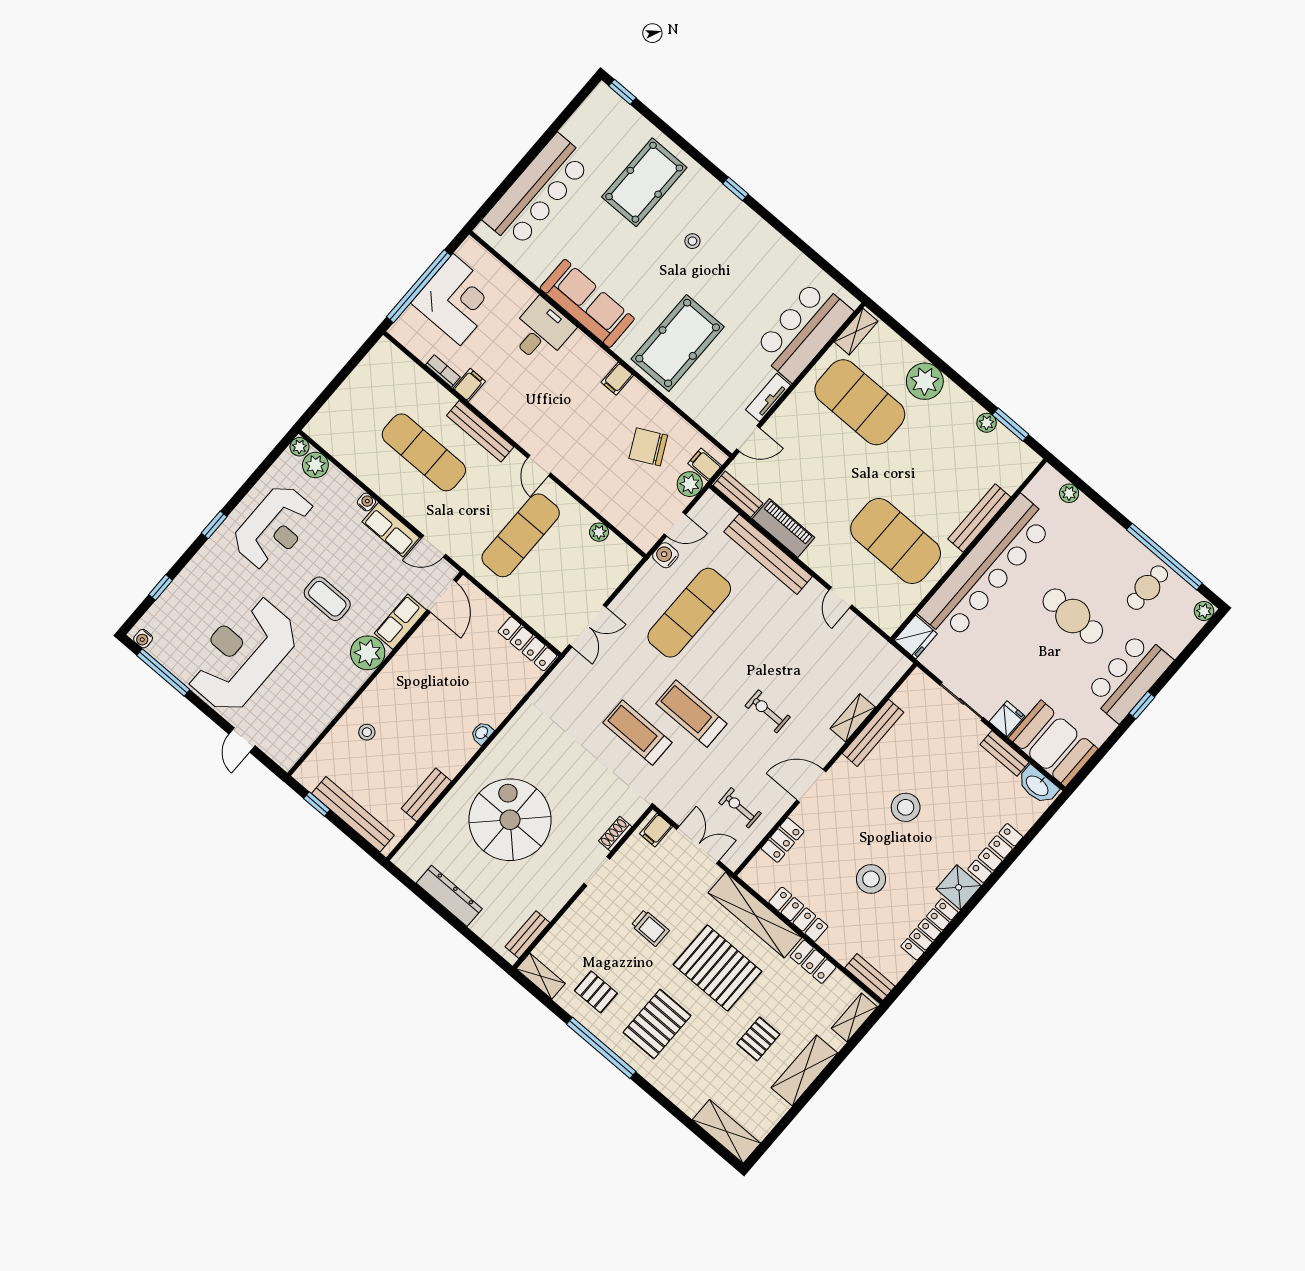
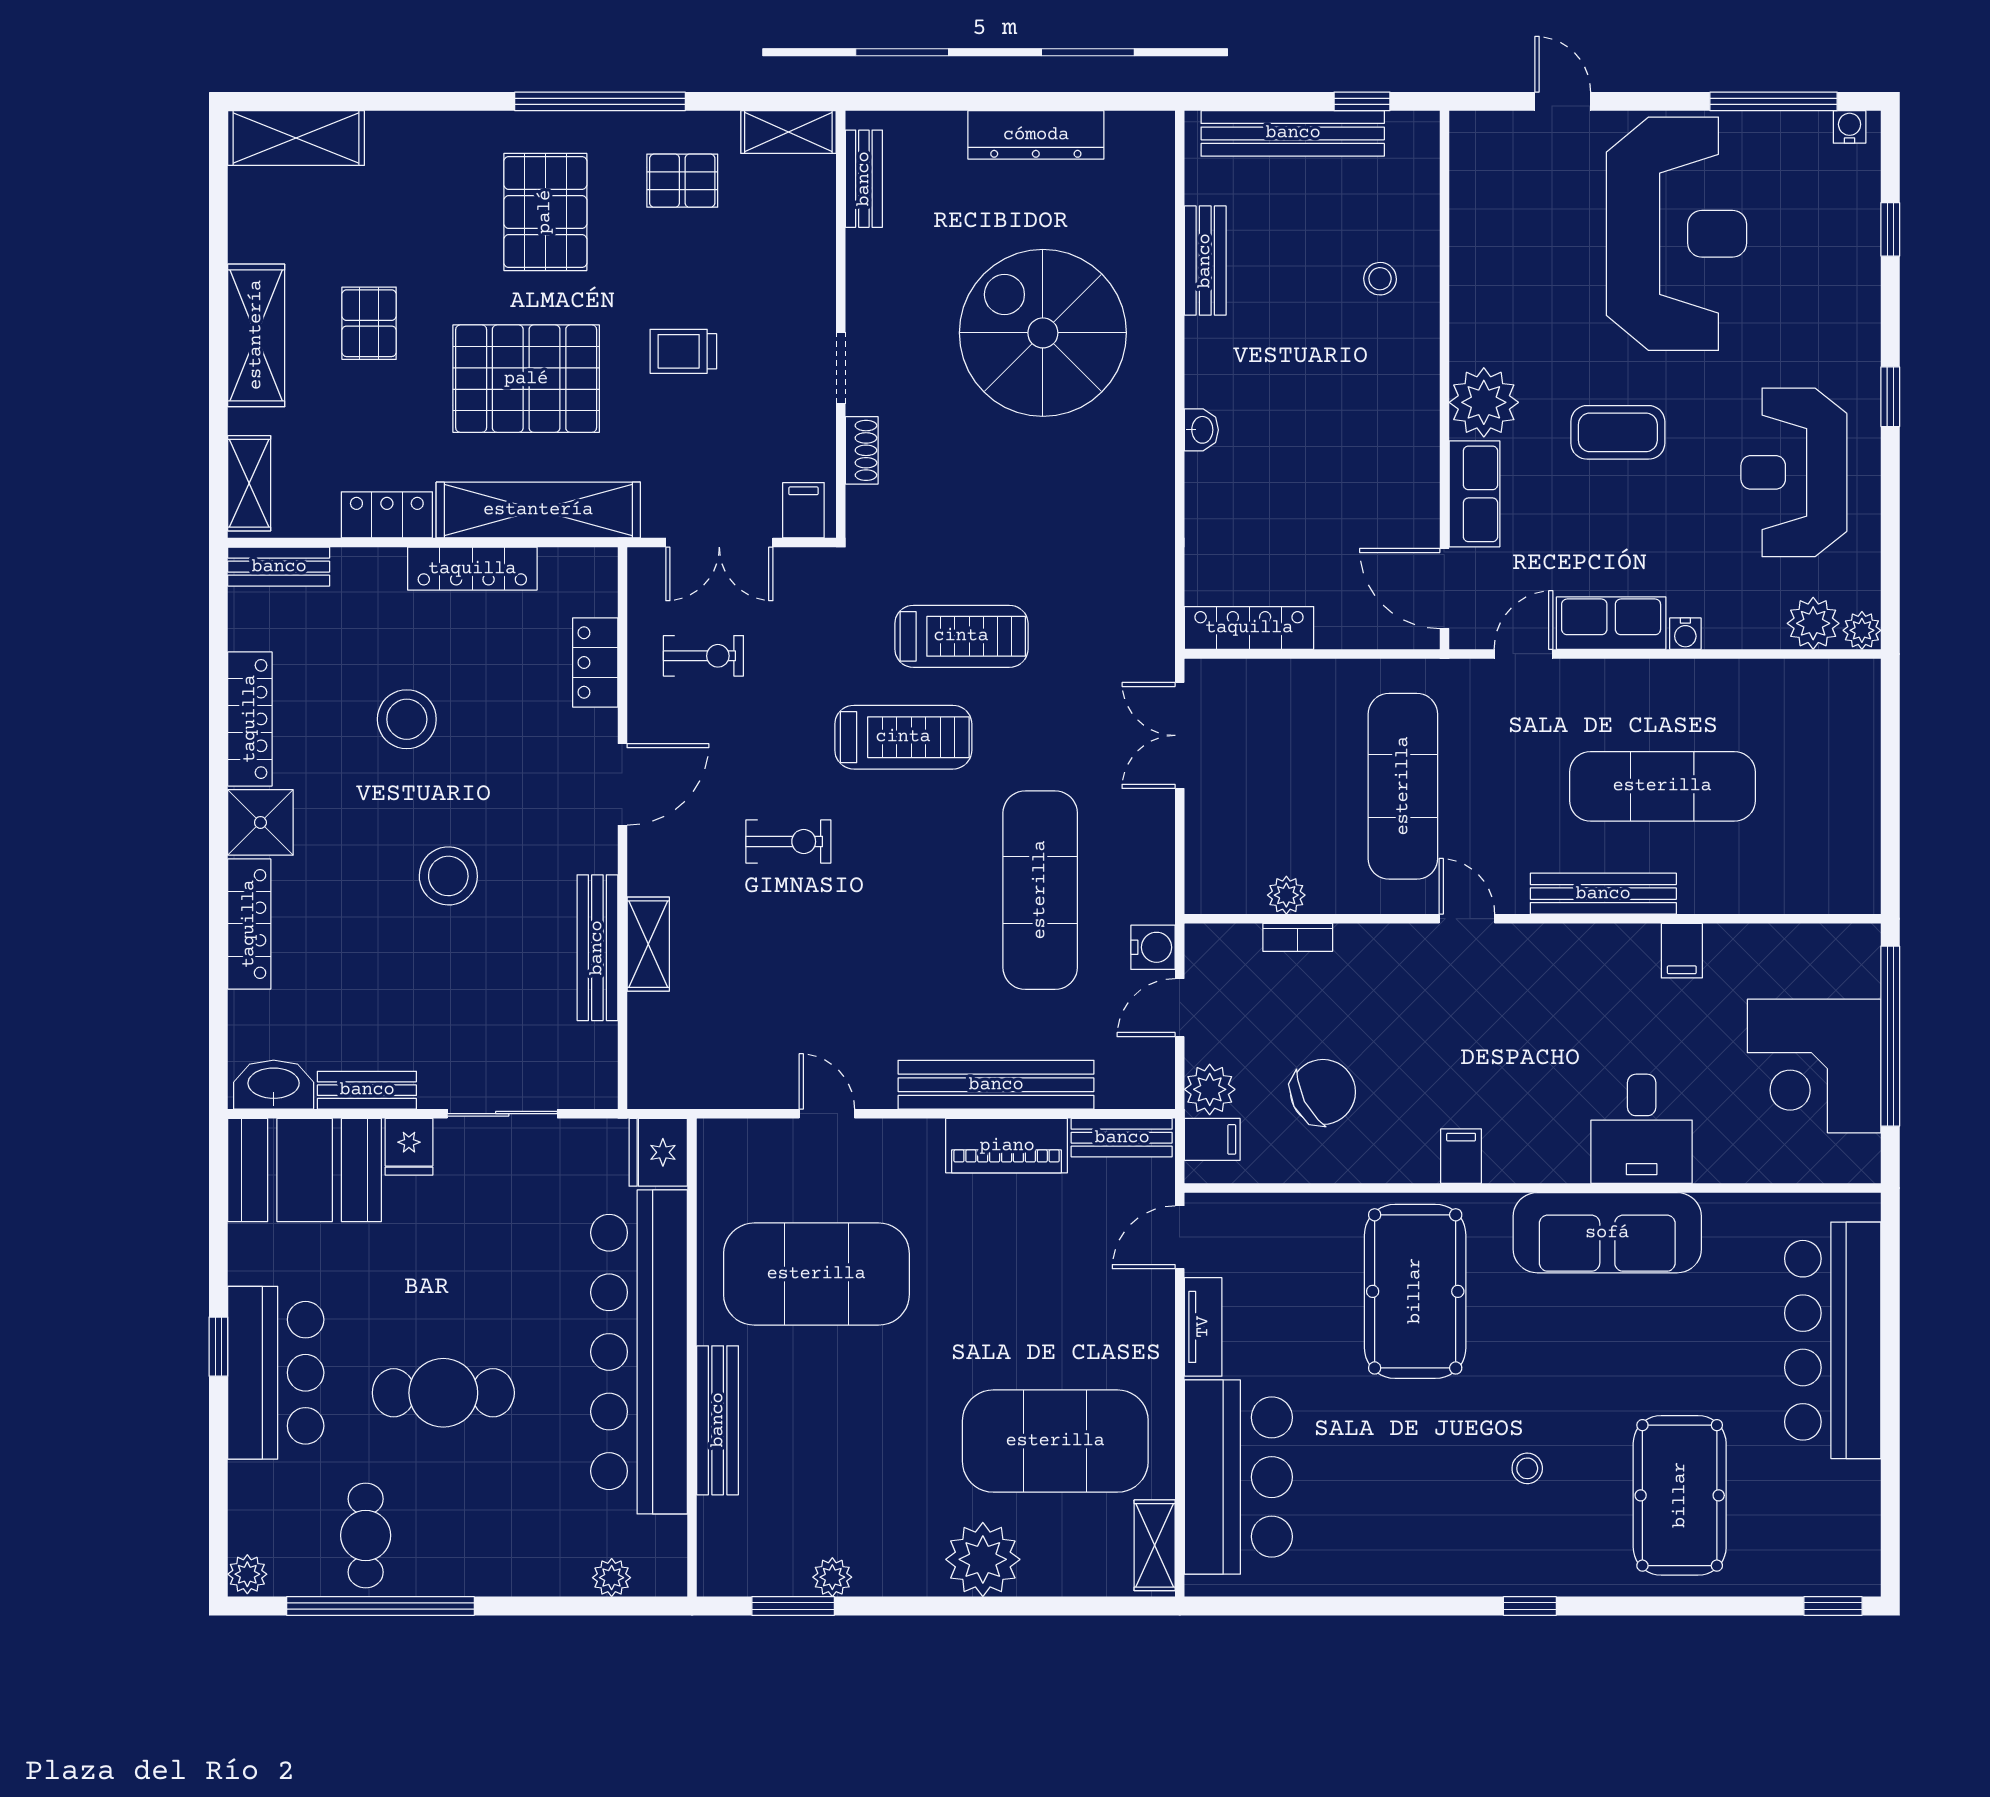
bookcase: (443, 371) -> (1298, 937), moved
spiral stairs: (510, 820) -> (1043, 333), turned 180

